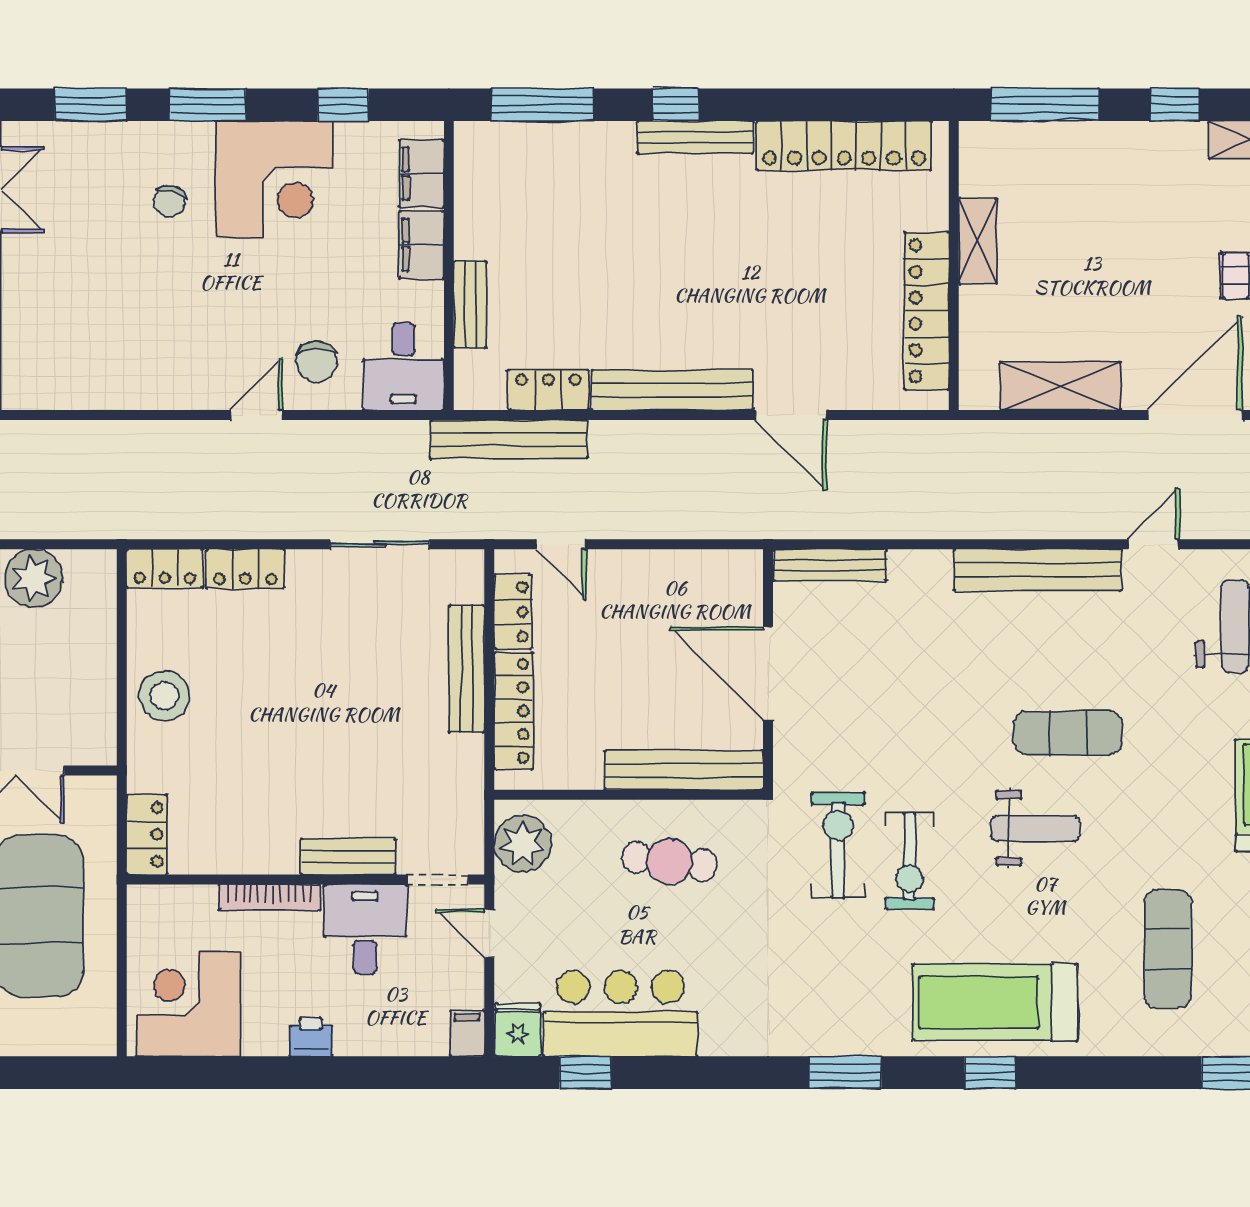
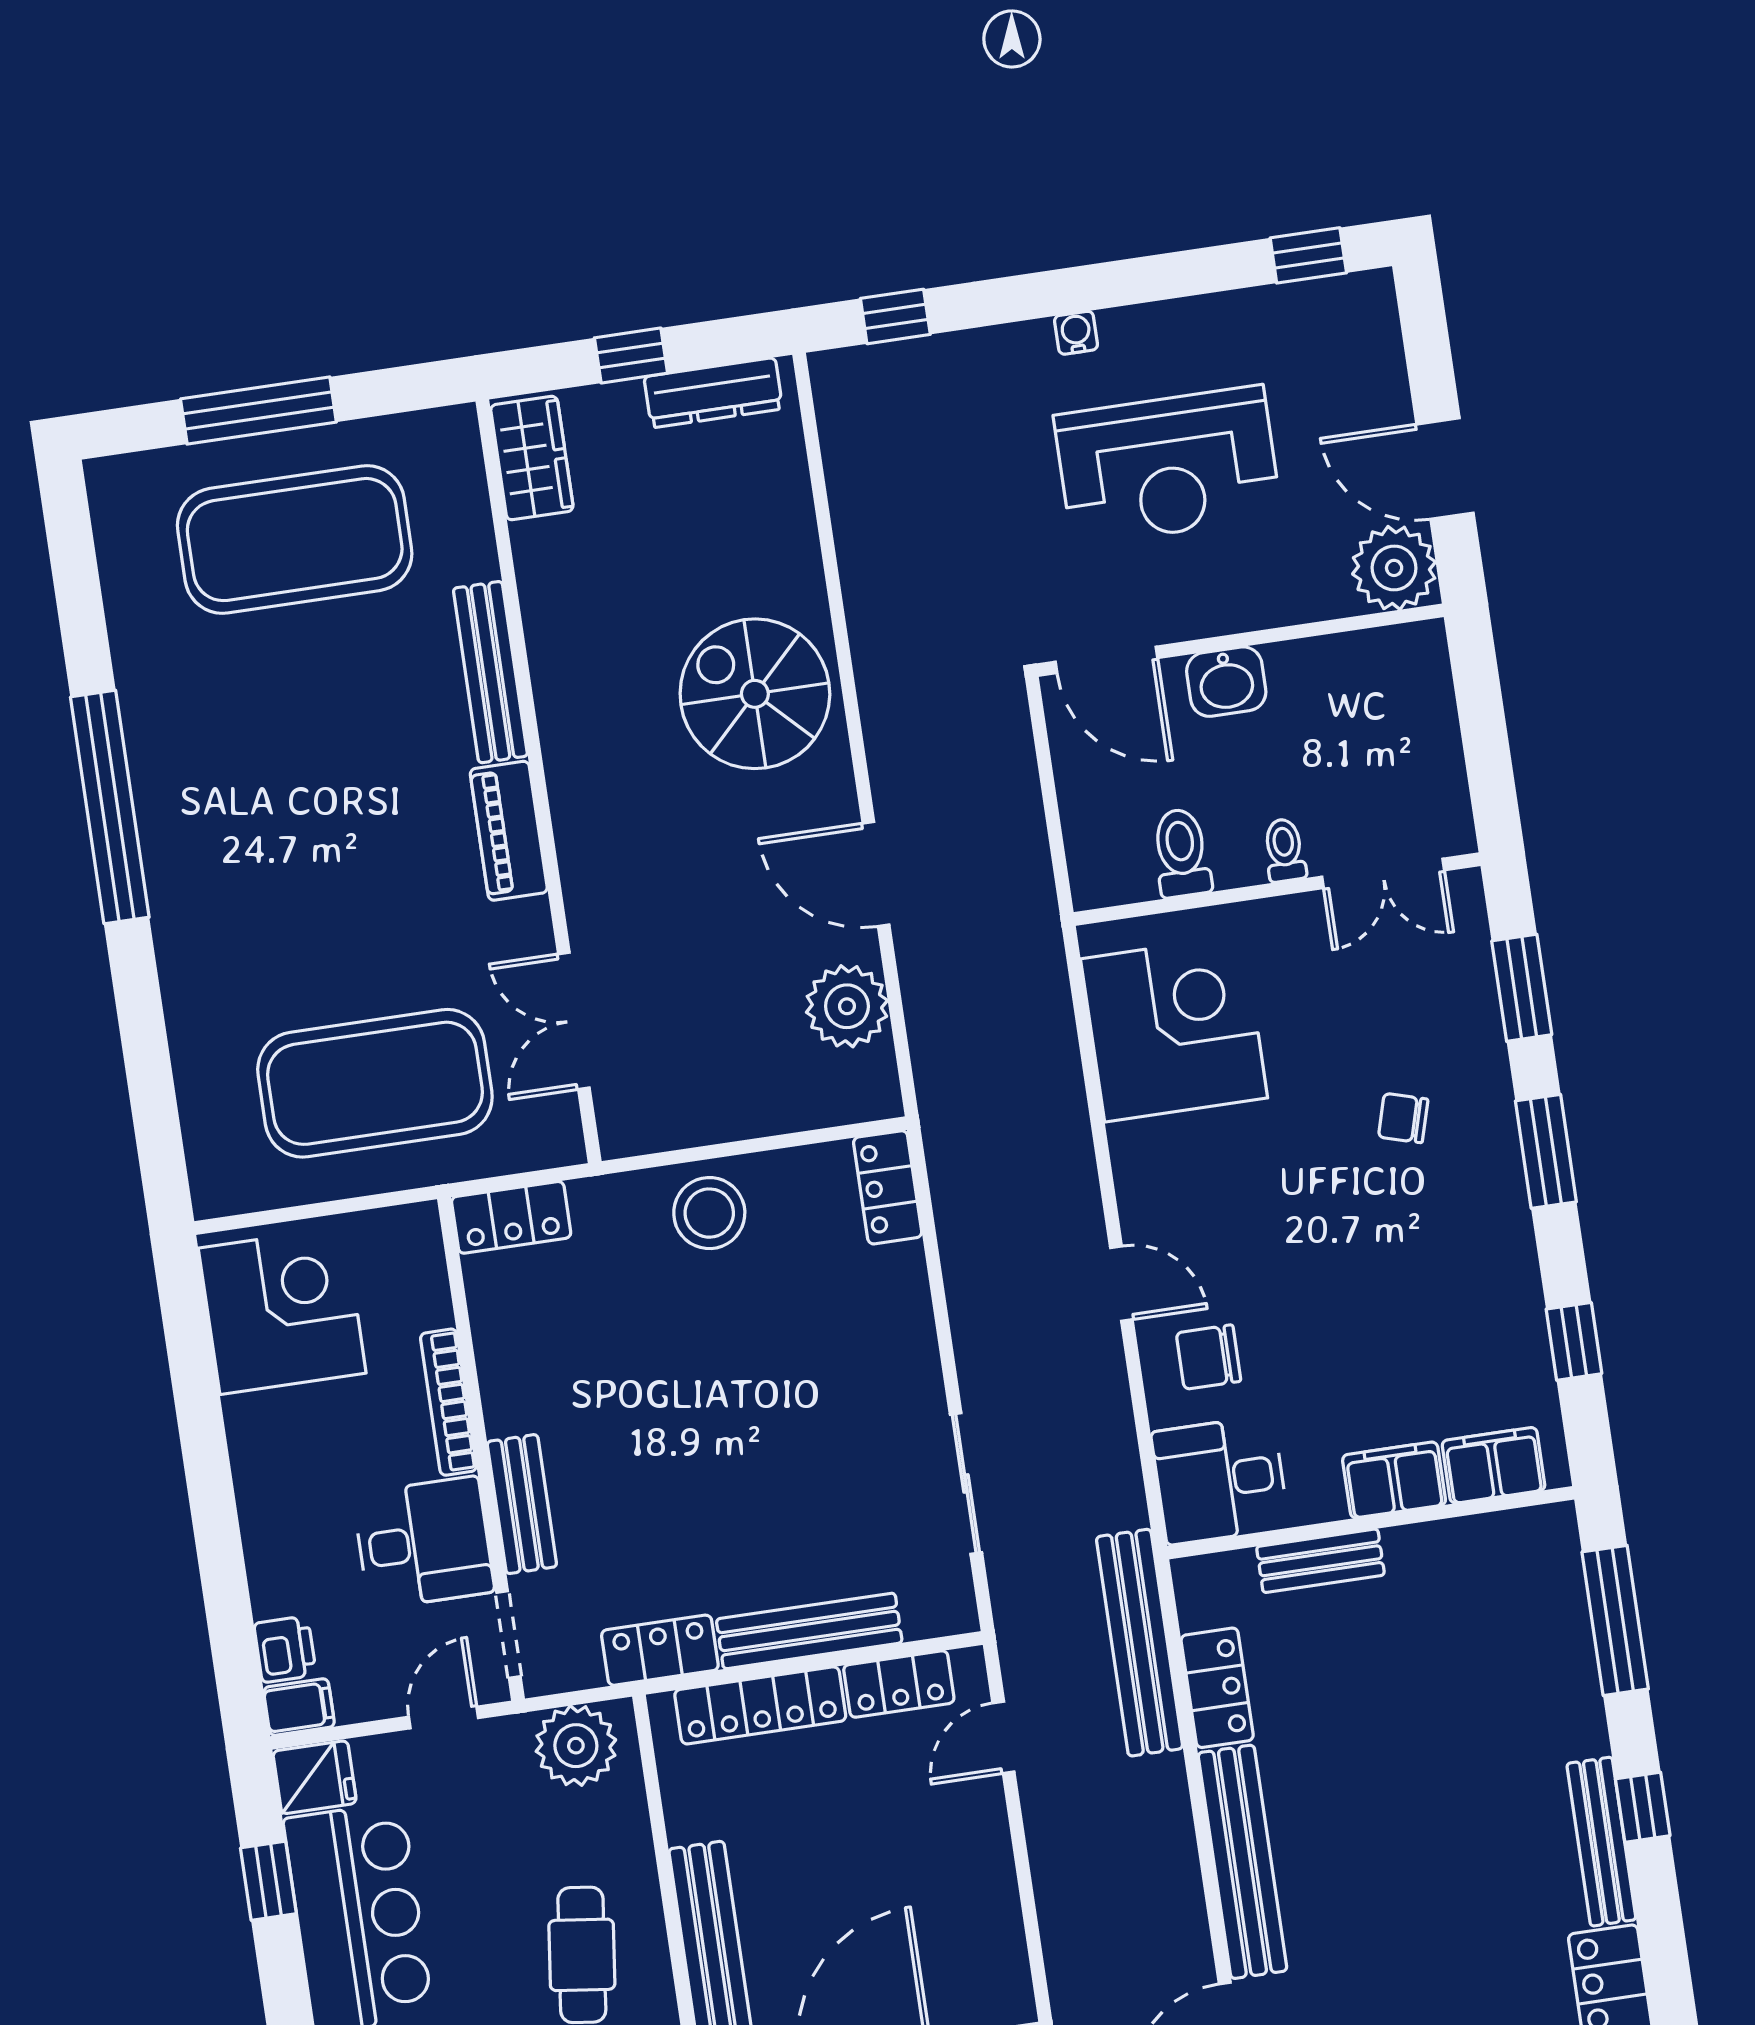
corner desk: (274, 179) -> (1174, 1028), moved, turned 180
locker: (245, 569) -> (660, 1650), moved, turned 90
printer: (311, 1037) -> (285, 1649), moved

